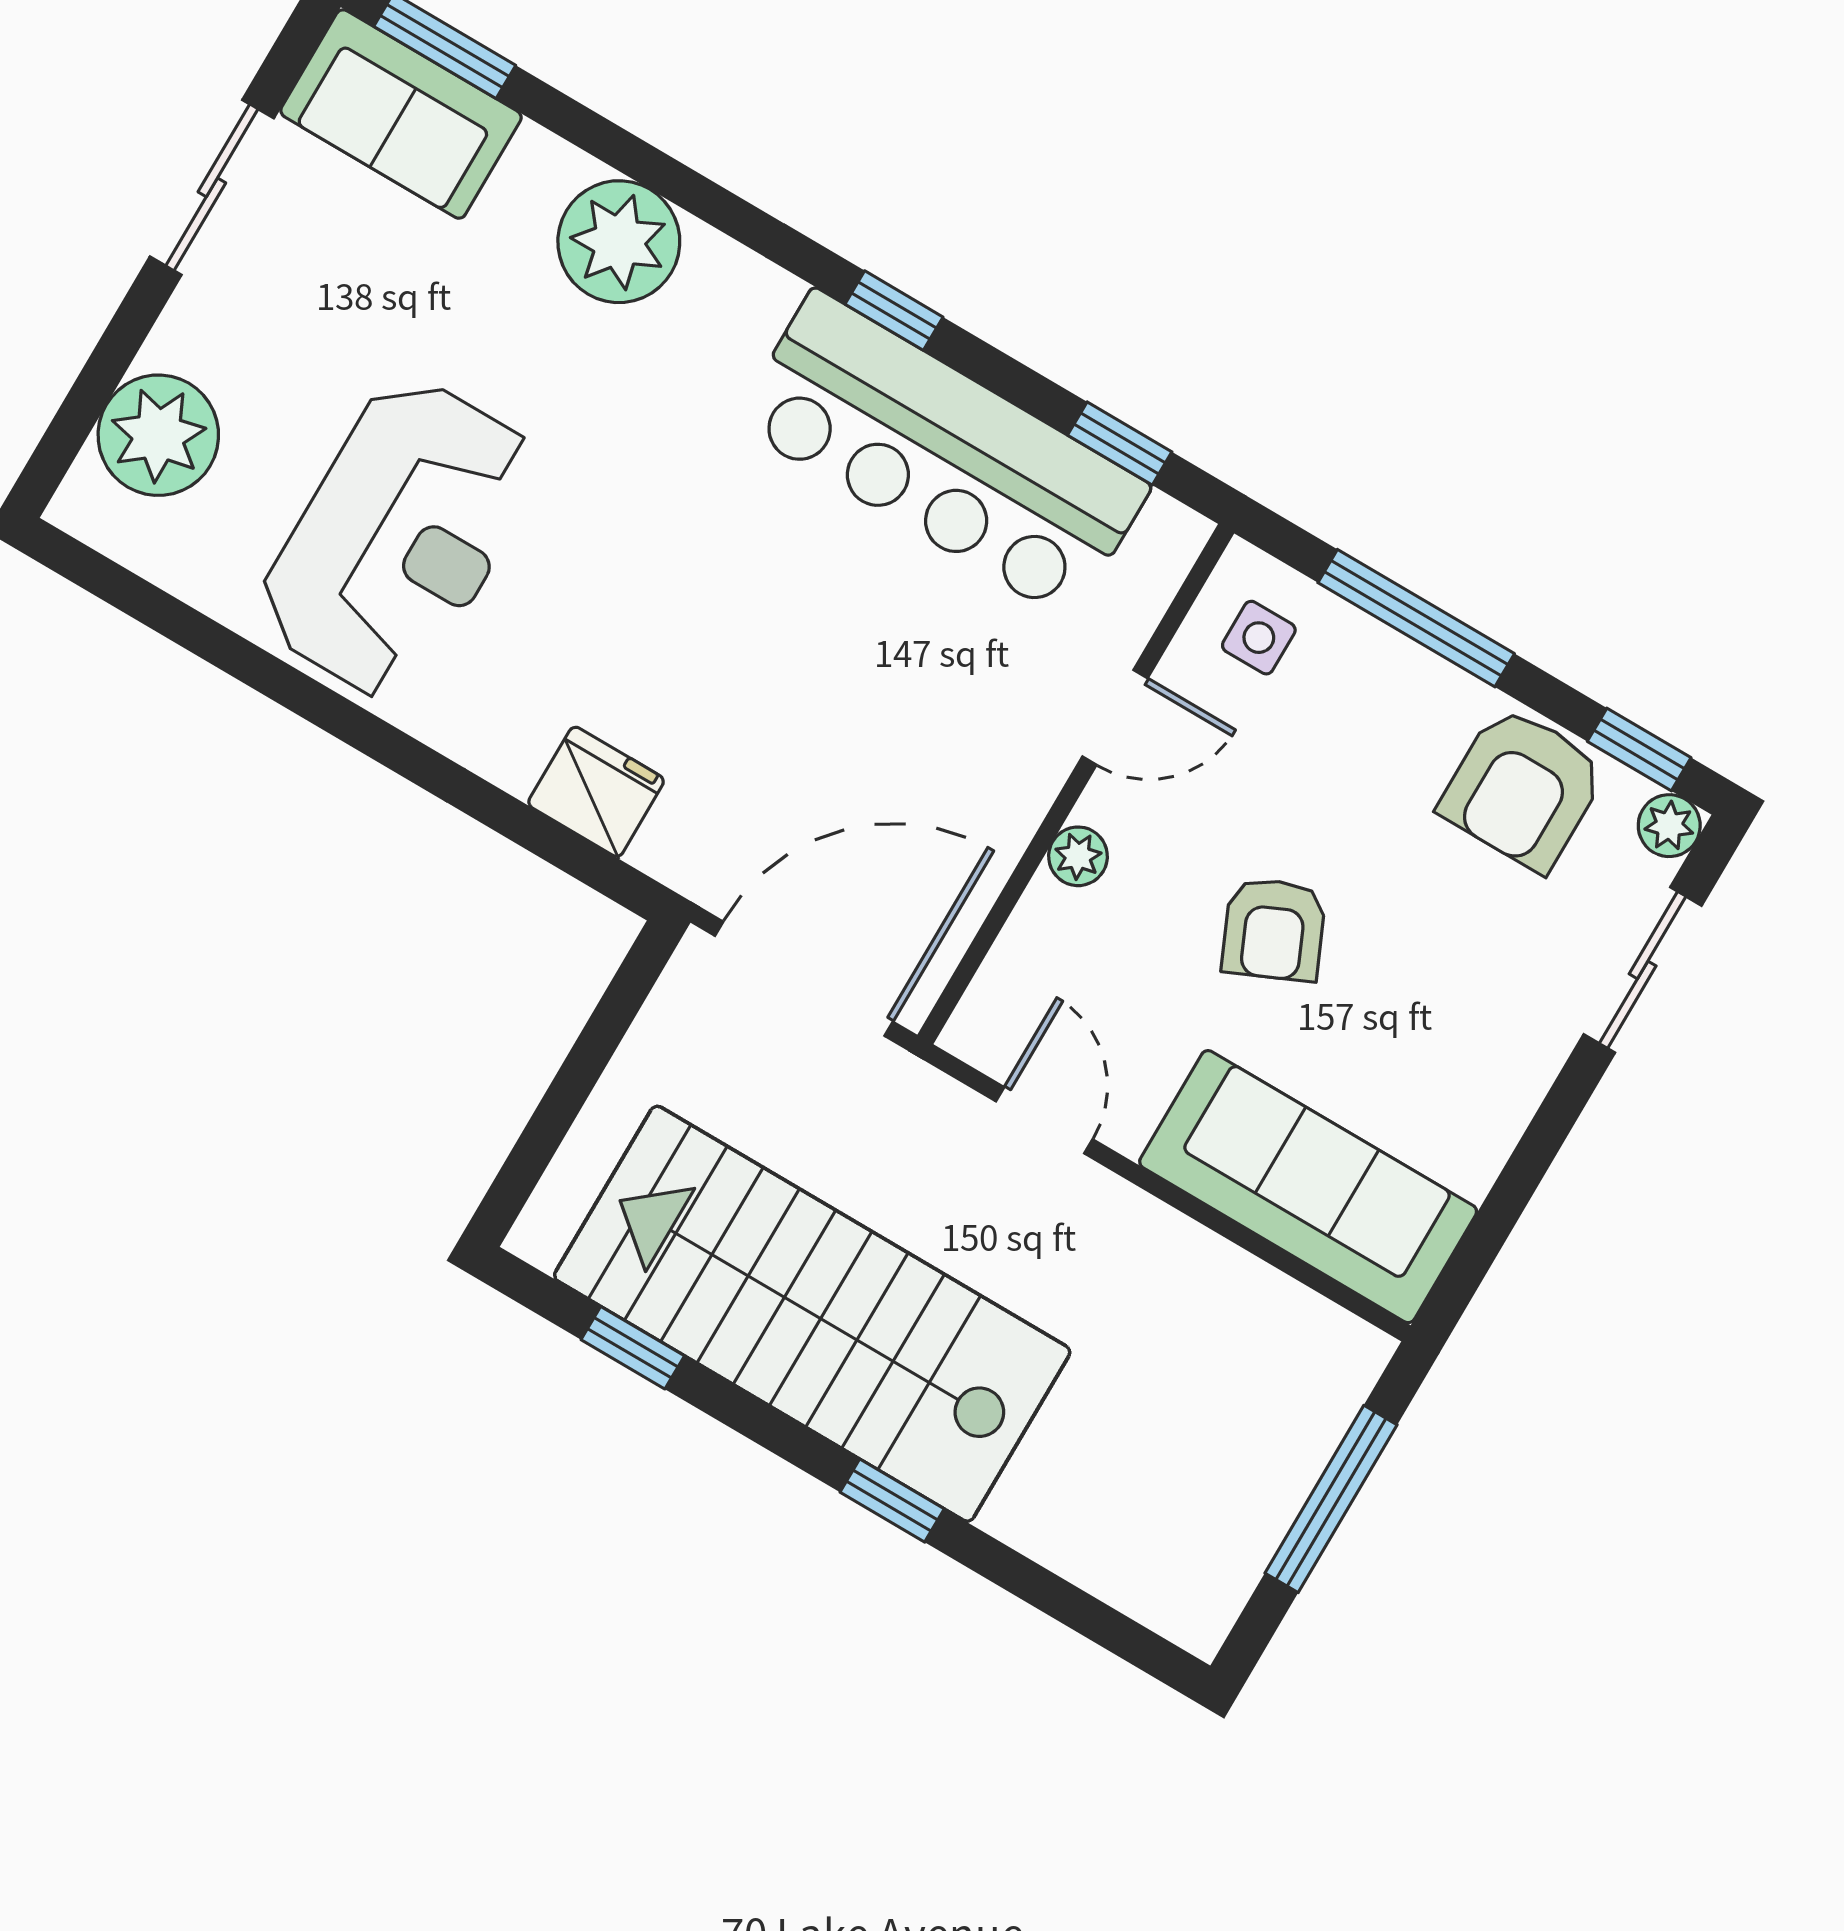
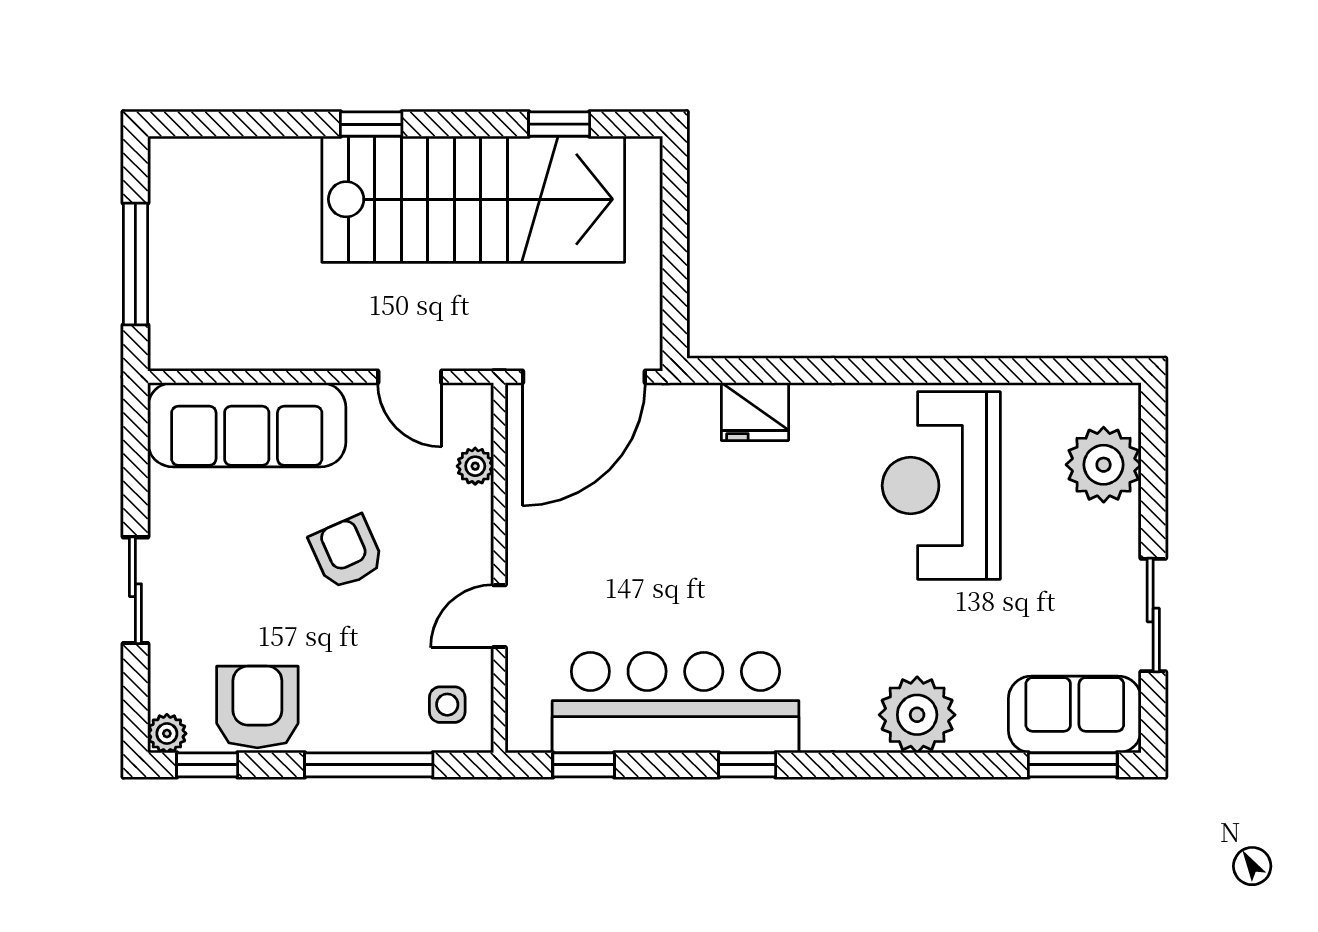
plant: (1078, 856) -> (475, 466), moved
sliding door: (1643, 970) -> (135, 590), moved

